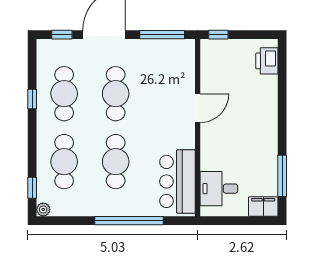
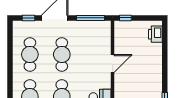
window: (32, 99) -> (10, 58), removed

